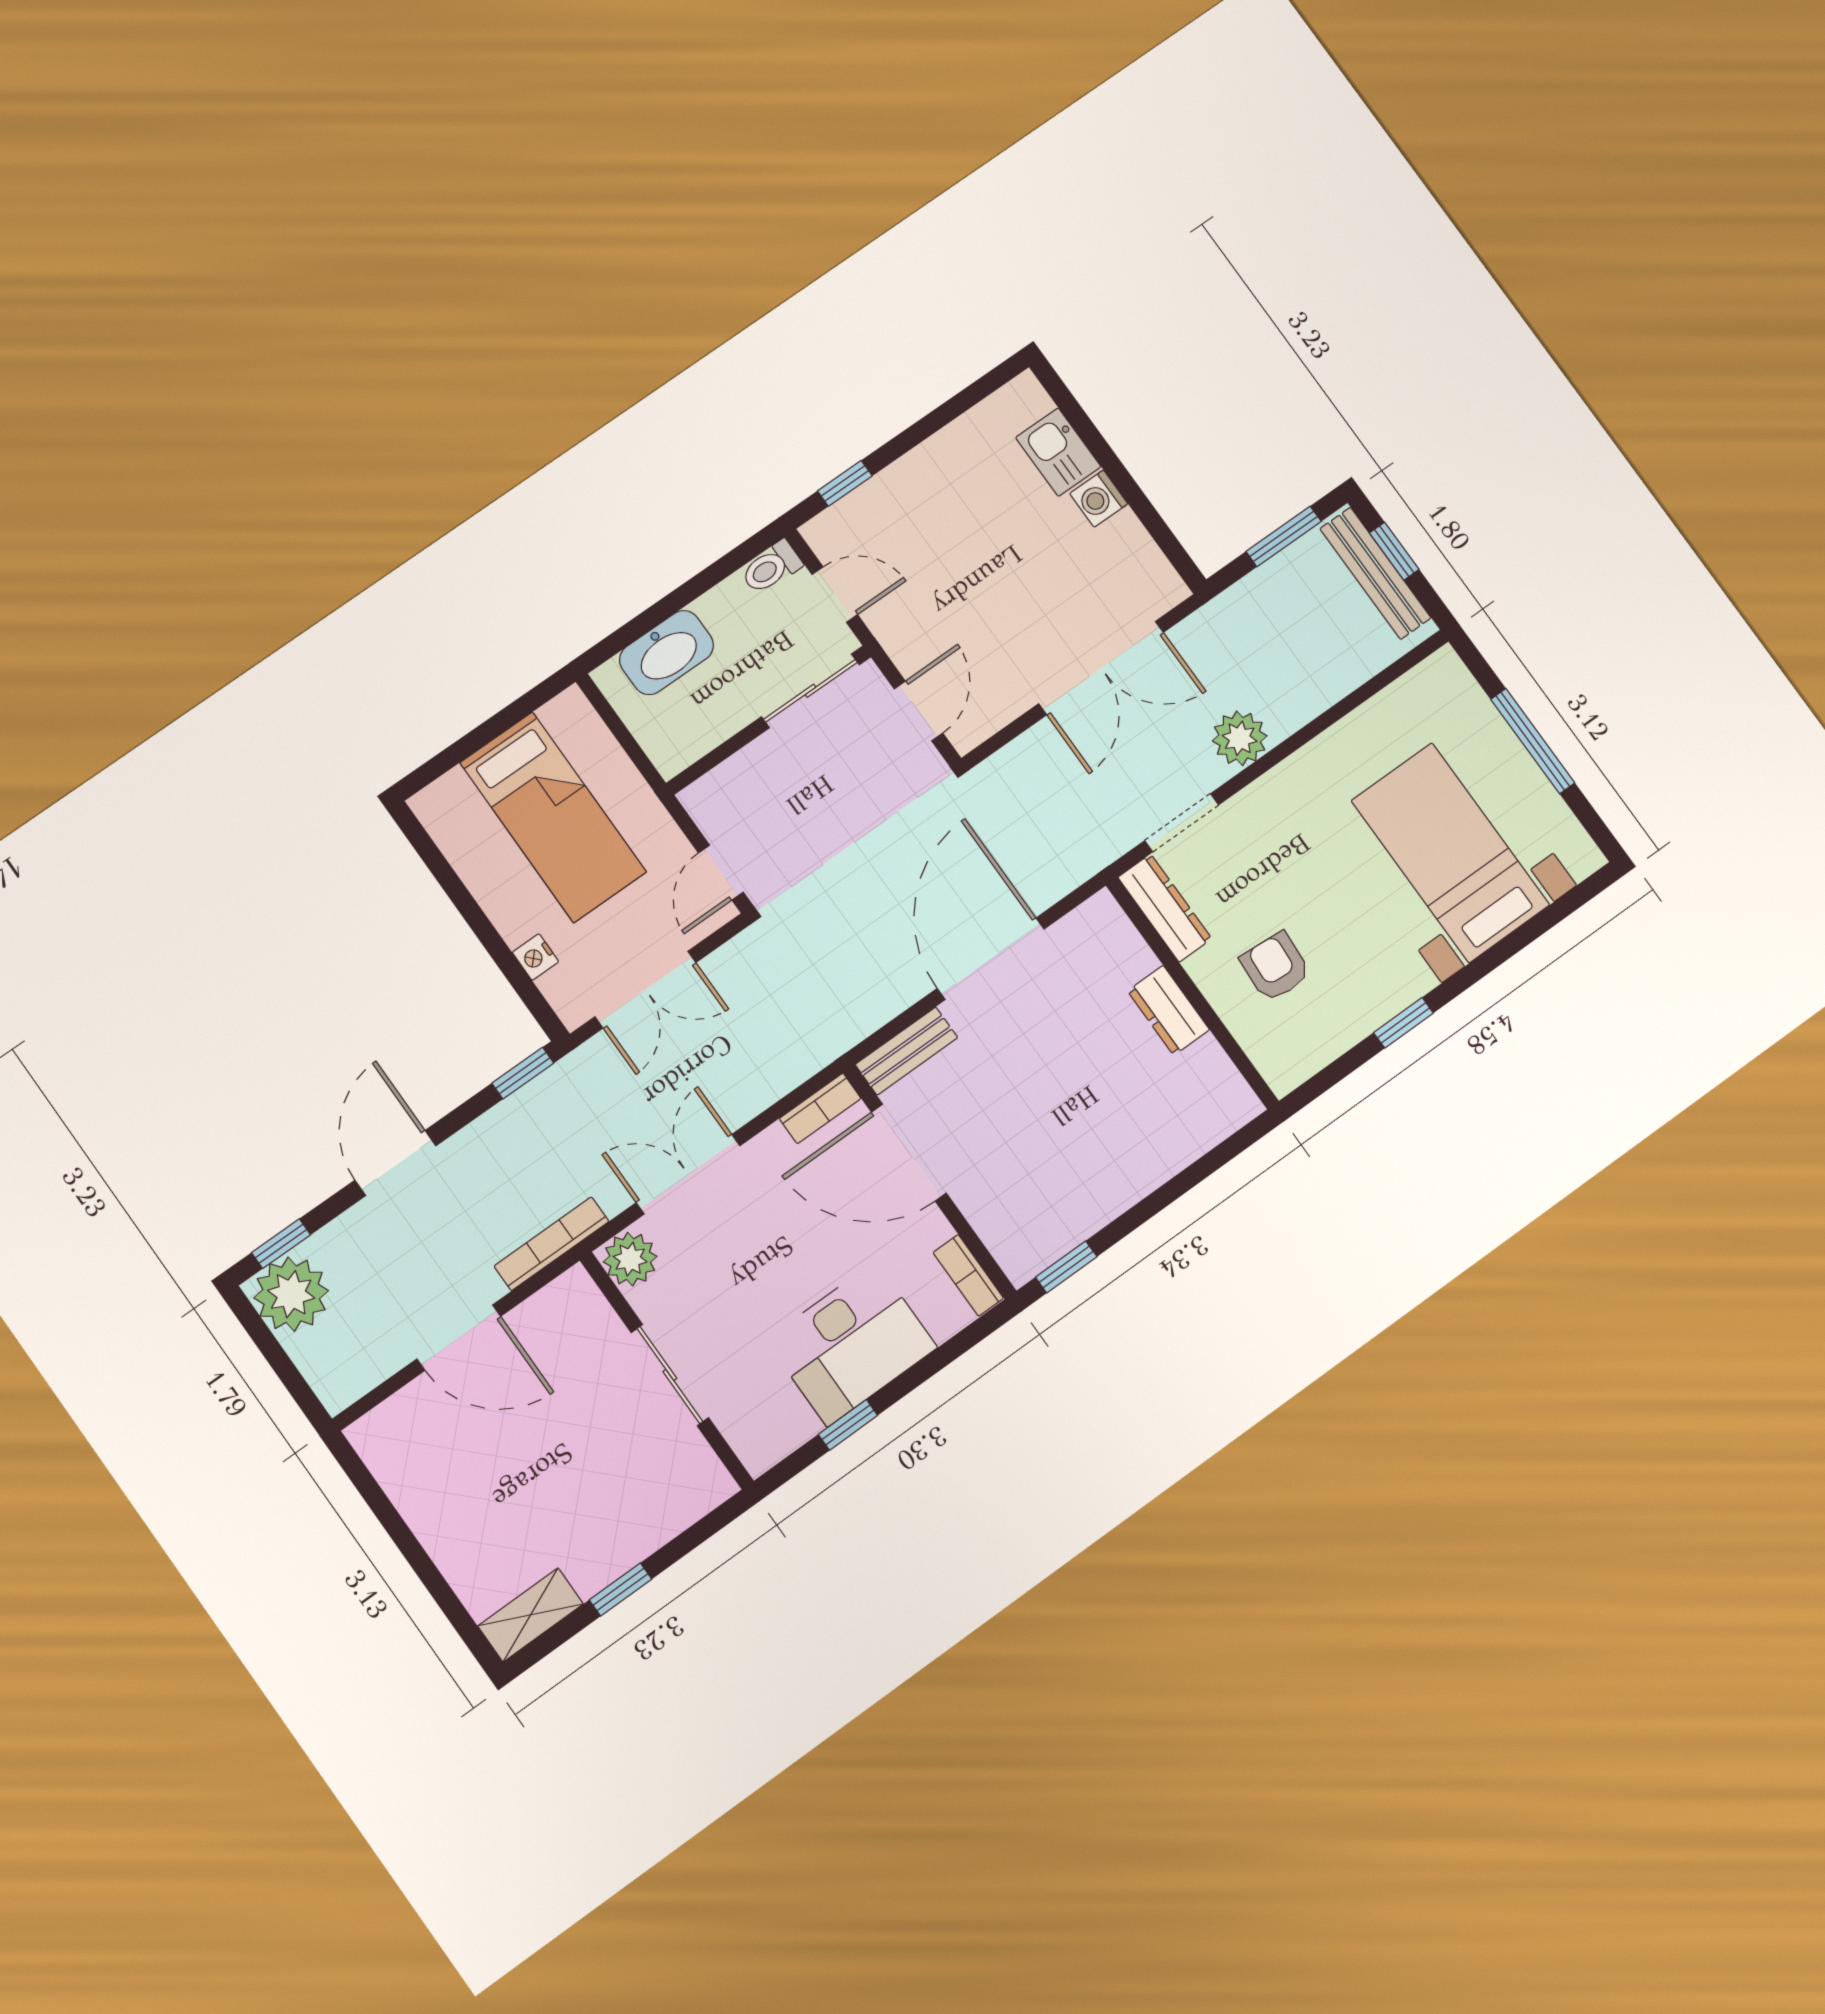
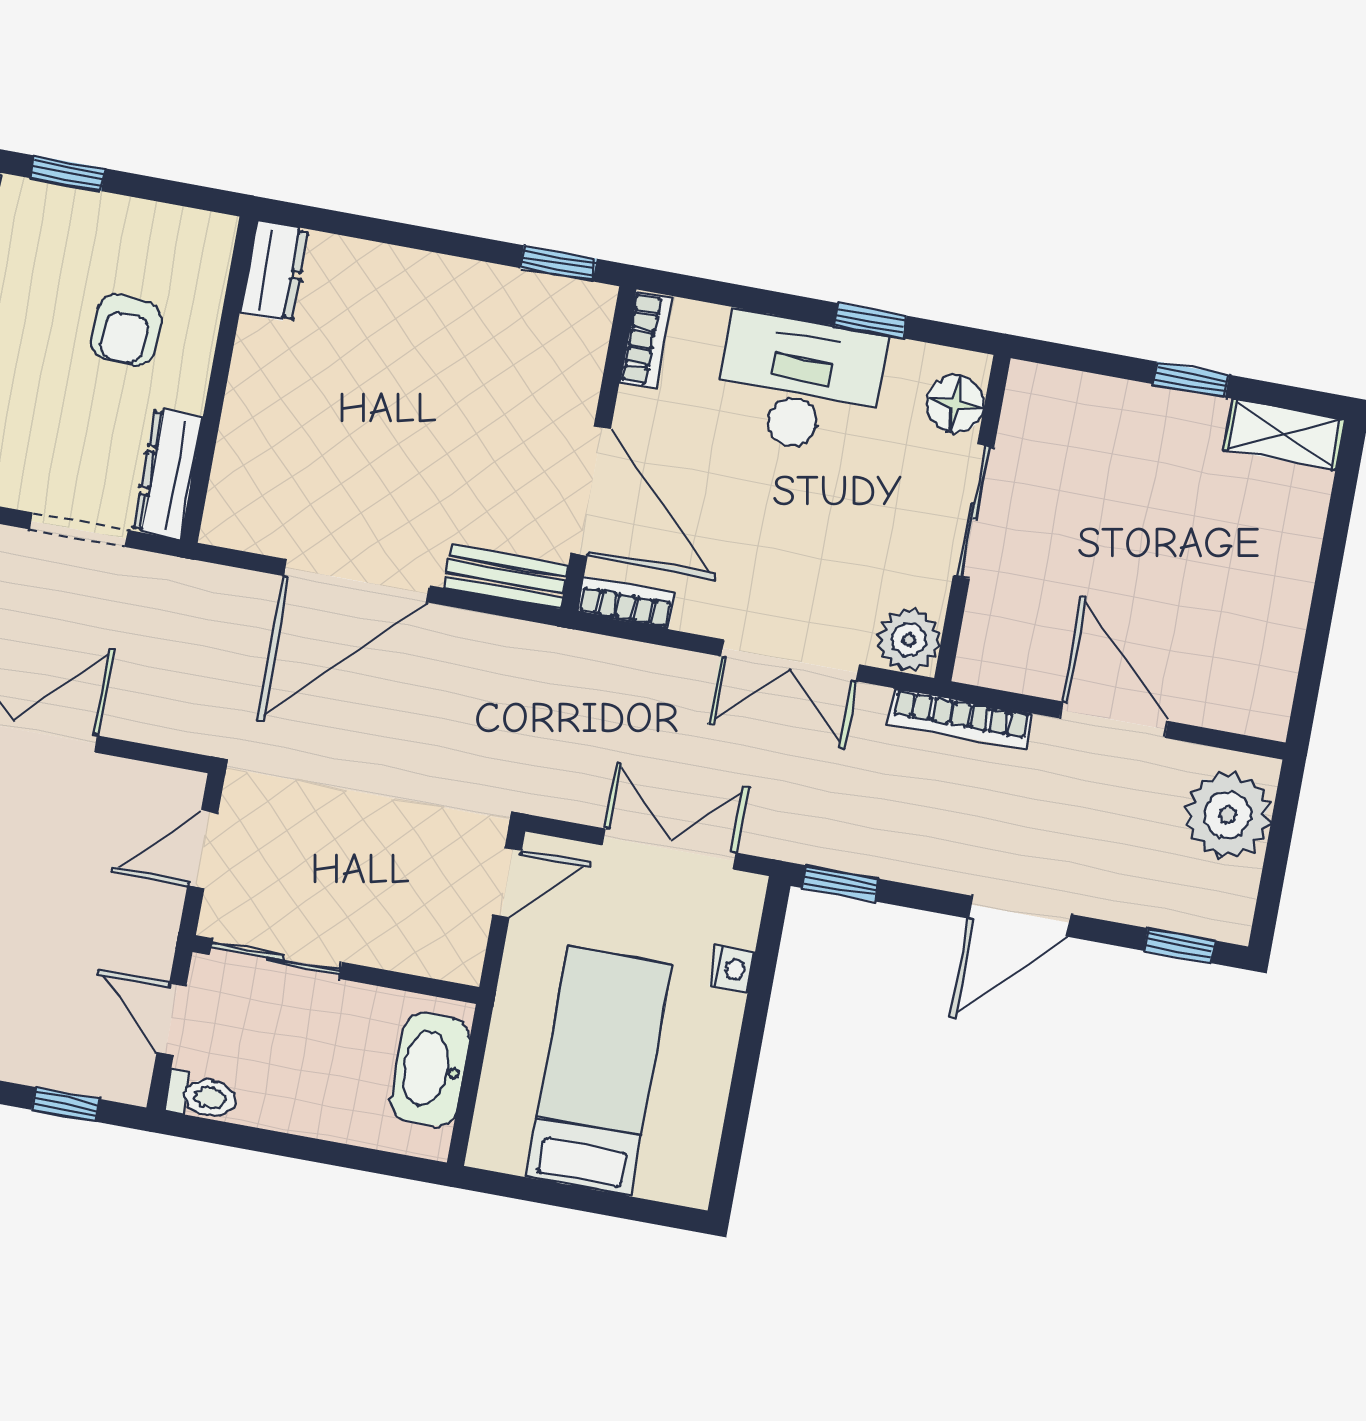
washbasin: (667, 653) -> (430, 1069), moved, turned -90
dresser: (1168, 1010) -> (274, 271), moved
plant: (291, 1294) -> (1228, 815), moved
floor lamp: (746, 1428) -> (955, 404), added

